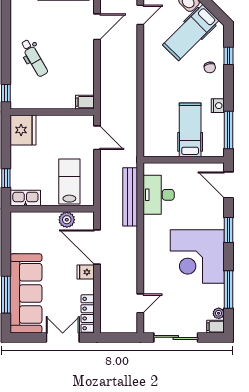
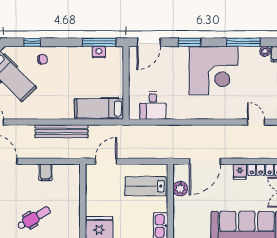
filing cabinet: (85, 102) -> (45, 172), moved
nightstand: (218, 106) -> (99, 52), moved
hospital bed: (190, 130) -> (99, 108), moved
desk: (159, 195) -> (153, 105), width x0.73
bench: (130, 197) -> (61, 131), moved
fridge: (86, 272) -> (240, 172), moved

